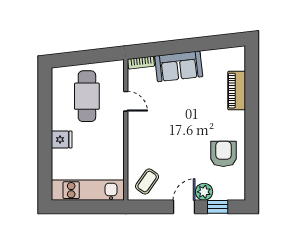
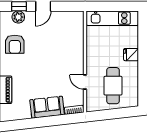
coffee table: (147, 182) -> (70, 24), removed
plant: (204, 192) -> (18, 17), moved

